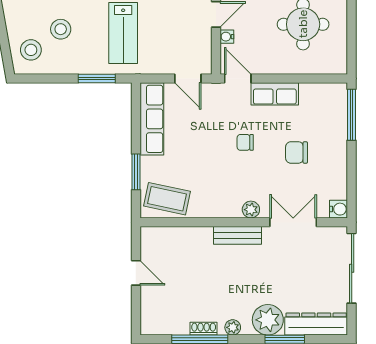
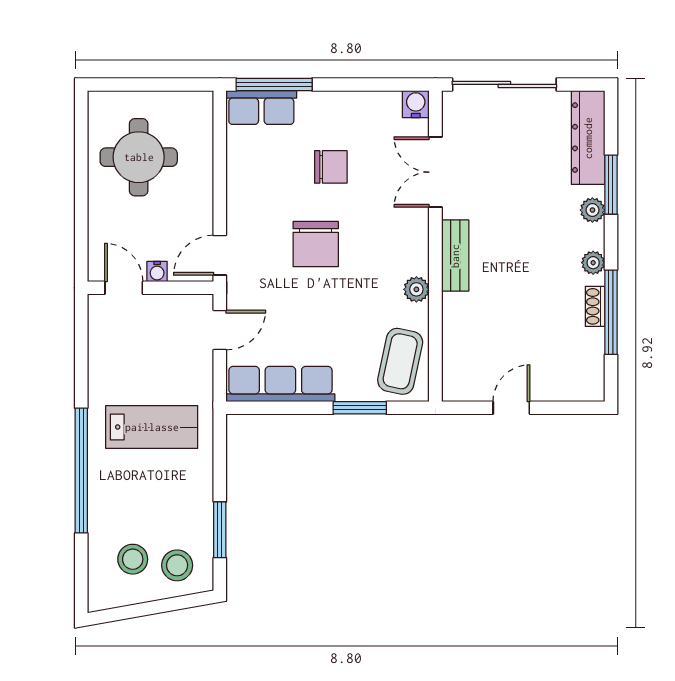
stool: (61, 29) -> (133, 559), moved
window: (97, 78) -> (220, 530), moved
row of seats: (275, 94) -> (261, 108), moved, turned 90
chair: (245, 142) -> (316, 244), width x1.87, depth x1.87
chair: (297, 152) -> (331, 167), turned -90
plant: (251, 210) -> (416, 289), moved
plant: (268, 320) -> (592, 210), width x0.53, depth x0.53

